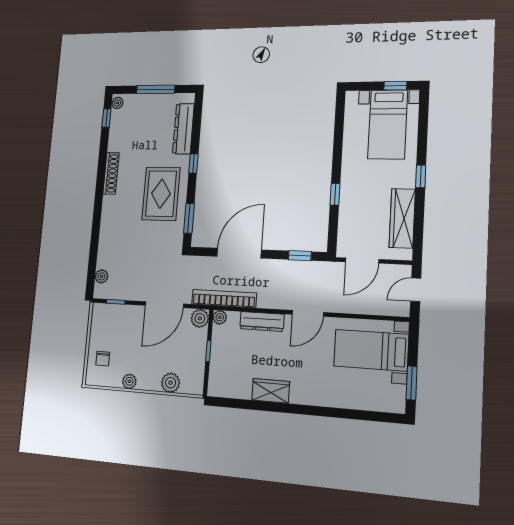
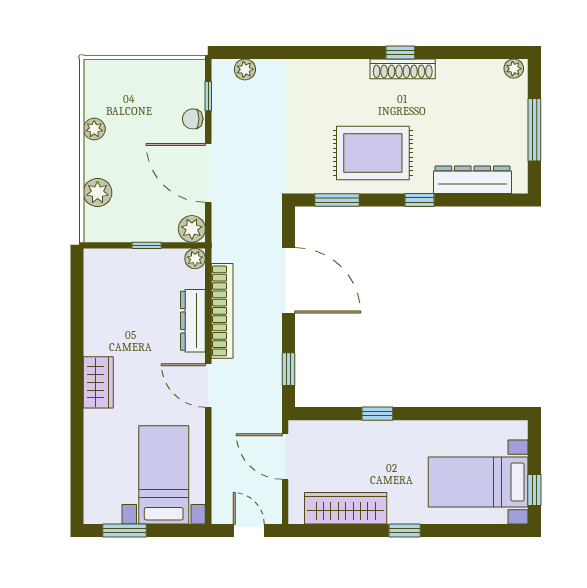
window: (106, 118) -> (400, 52), moved
bookcase: (224, 299) -> (222, 311), moved
chair: (103, 359) -> (193, 119), moved
wardrobe: (271, 391) -> (98, 382), moved

